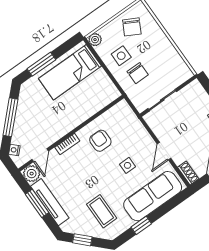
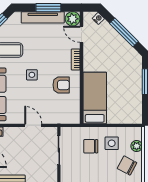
plant: (95, 40) -> (137, 146), moved
bed: (70, 72) -> (95, 98), moved
door: (164, 151) -> (33, 125), moved
side table: (128, 165) -> (32, 75), moved

